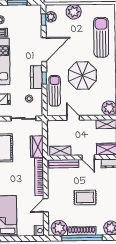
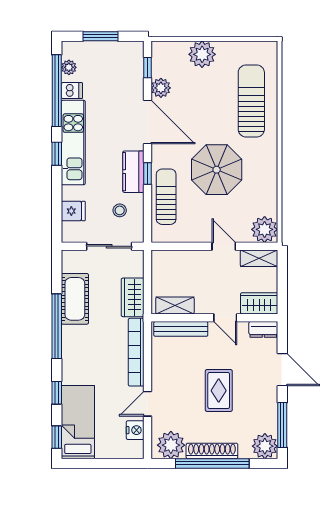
plant: (51, 17) -> (161, 88), moved
door: (44, 50) -> (147, 122), hinge flipped
door: (73, 118) -> (224, 246), moved
rug: (85, 198) -> (219, 391), turned 90
nightstand: (39, 231) -> (135, 430), moved

